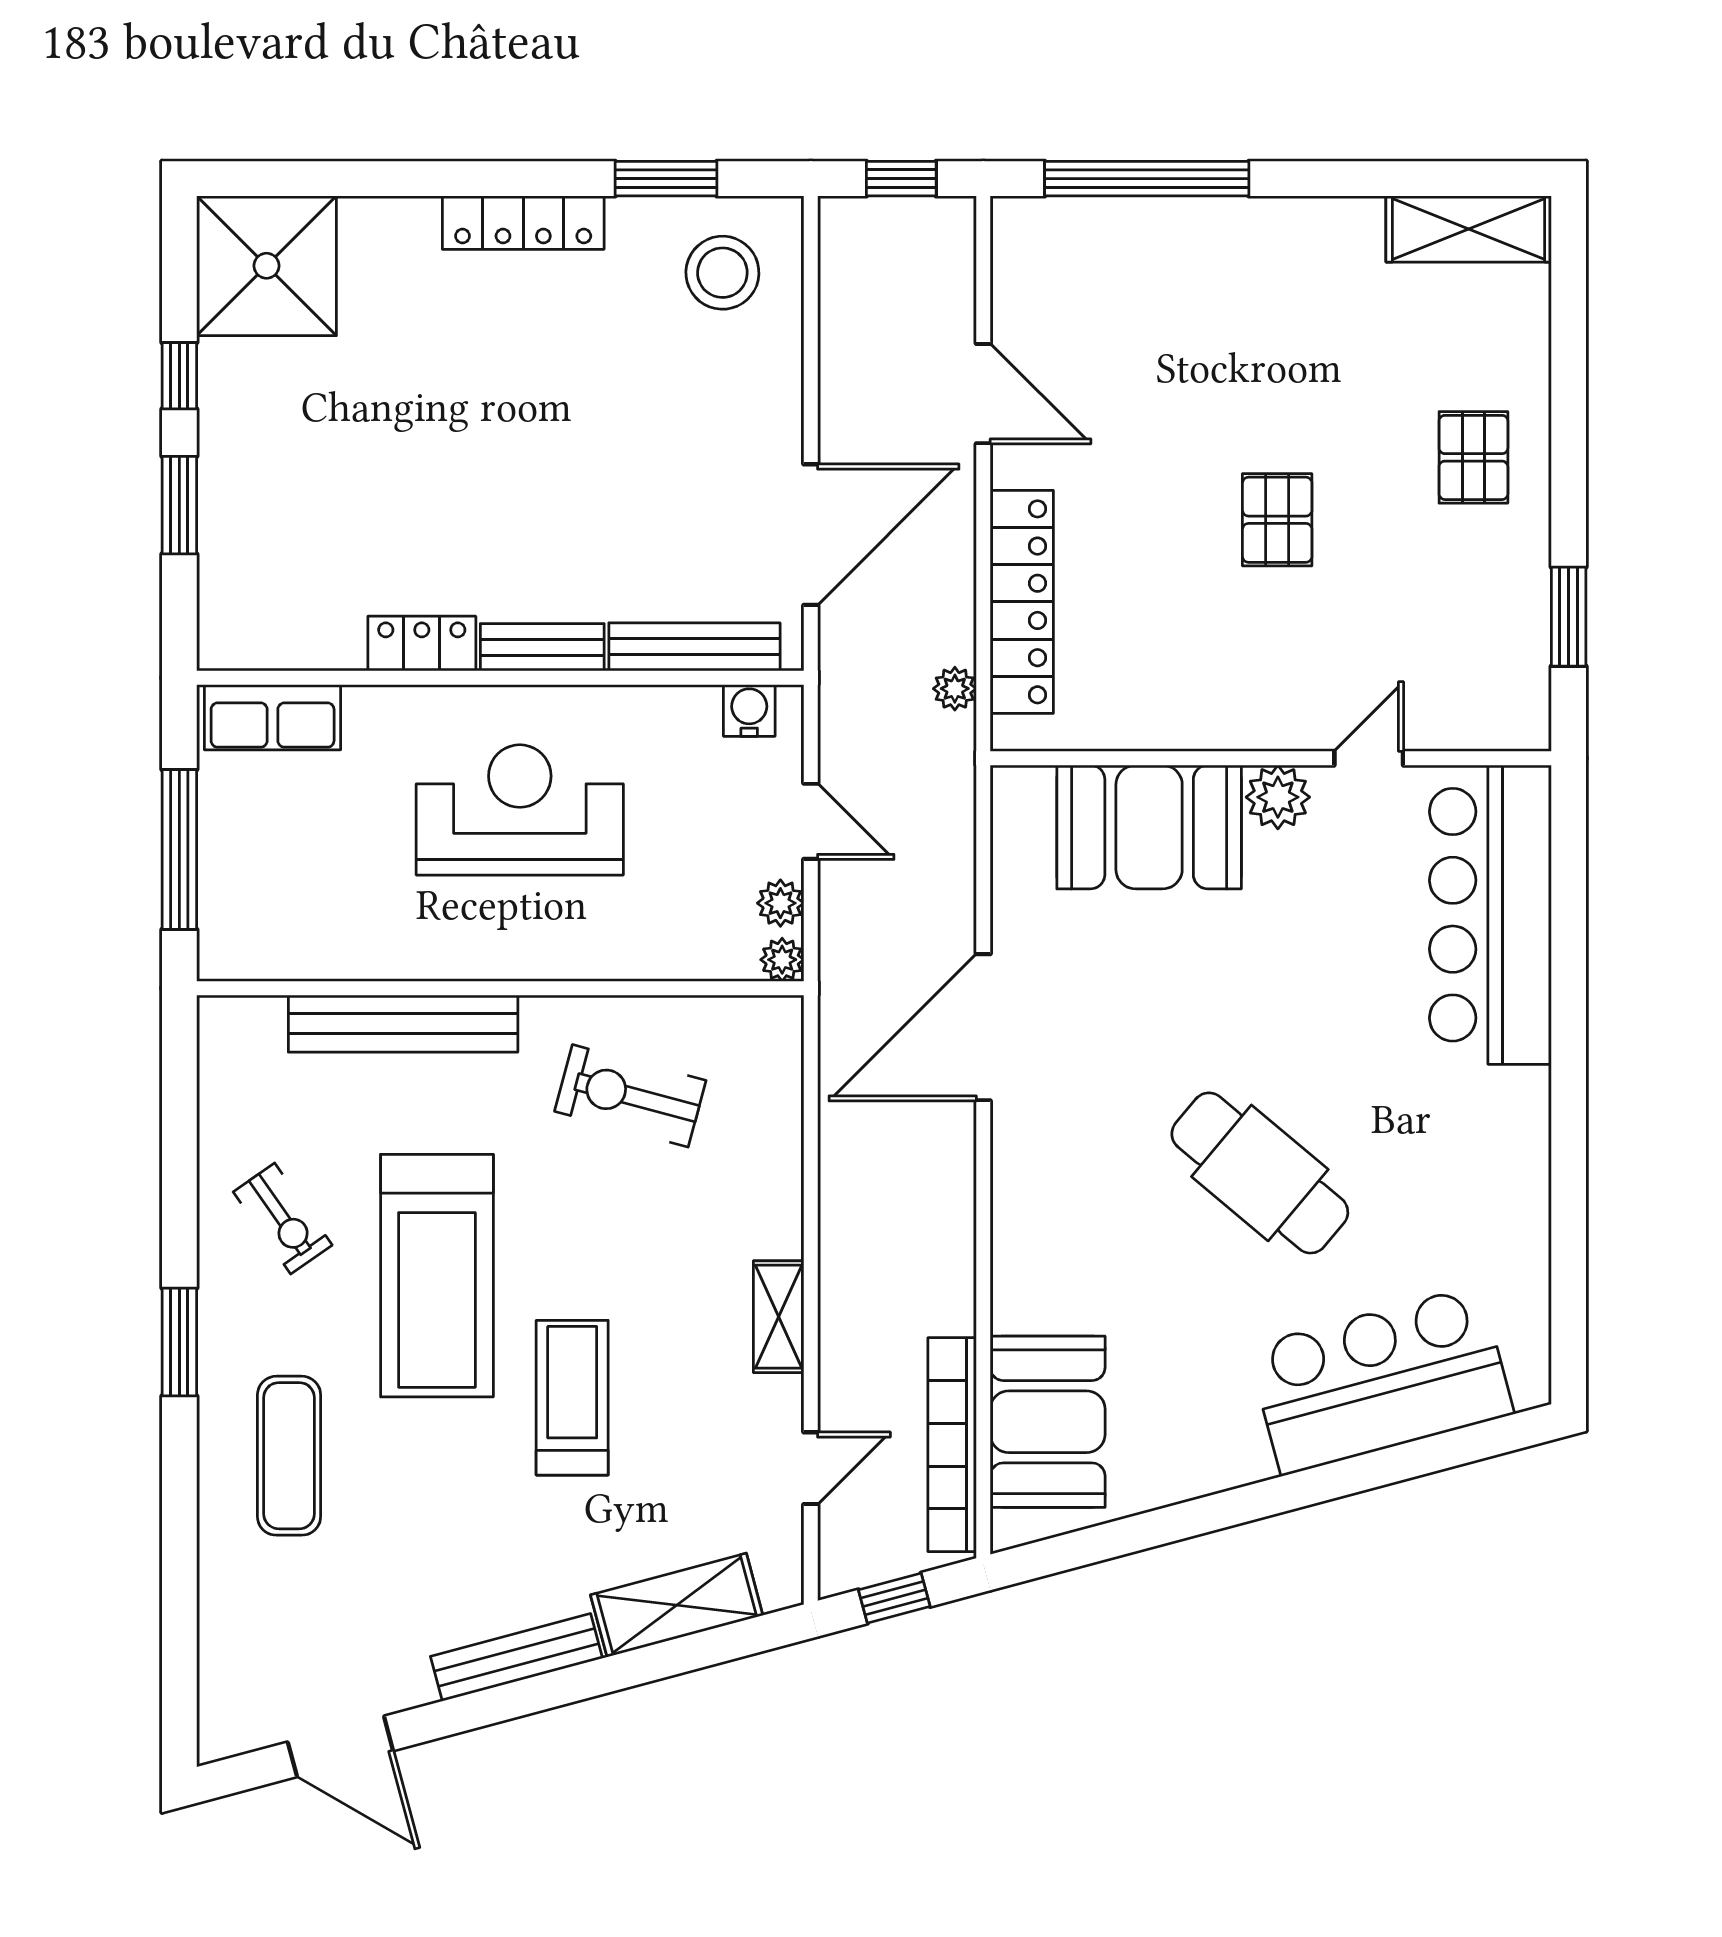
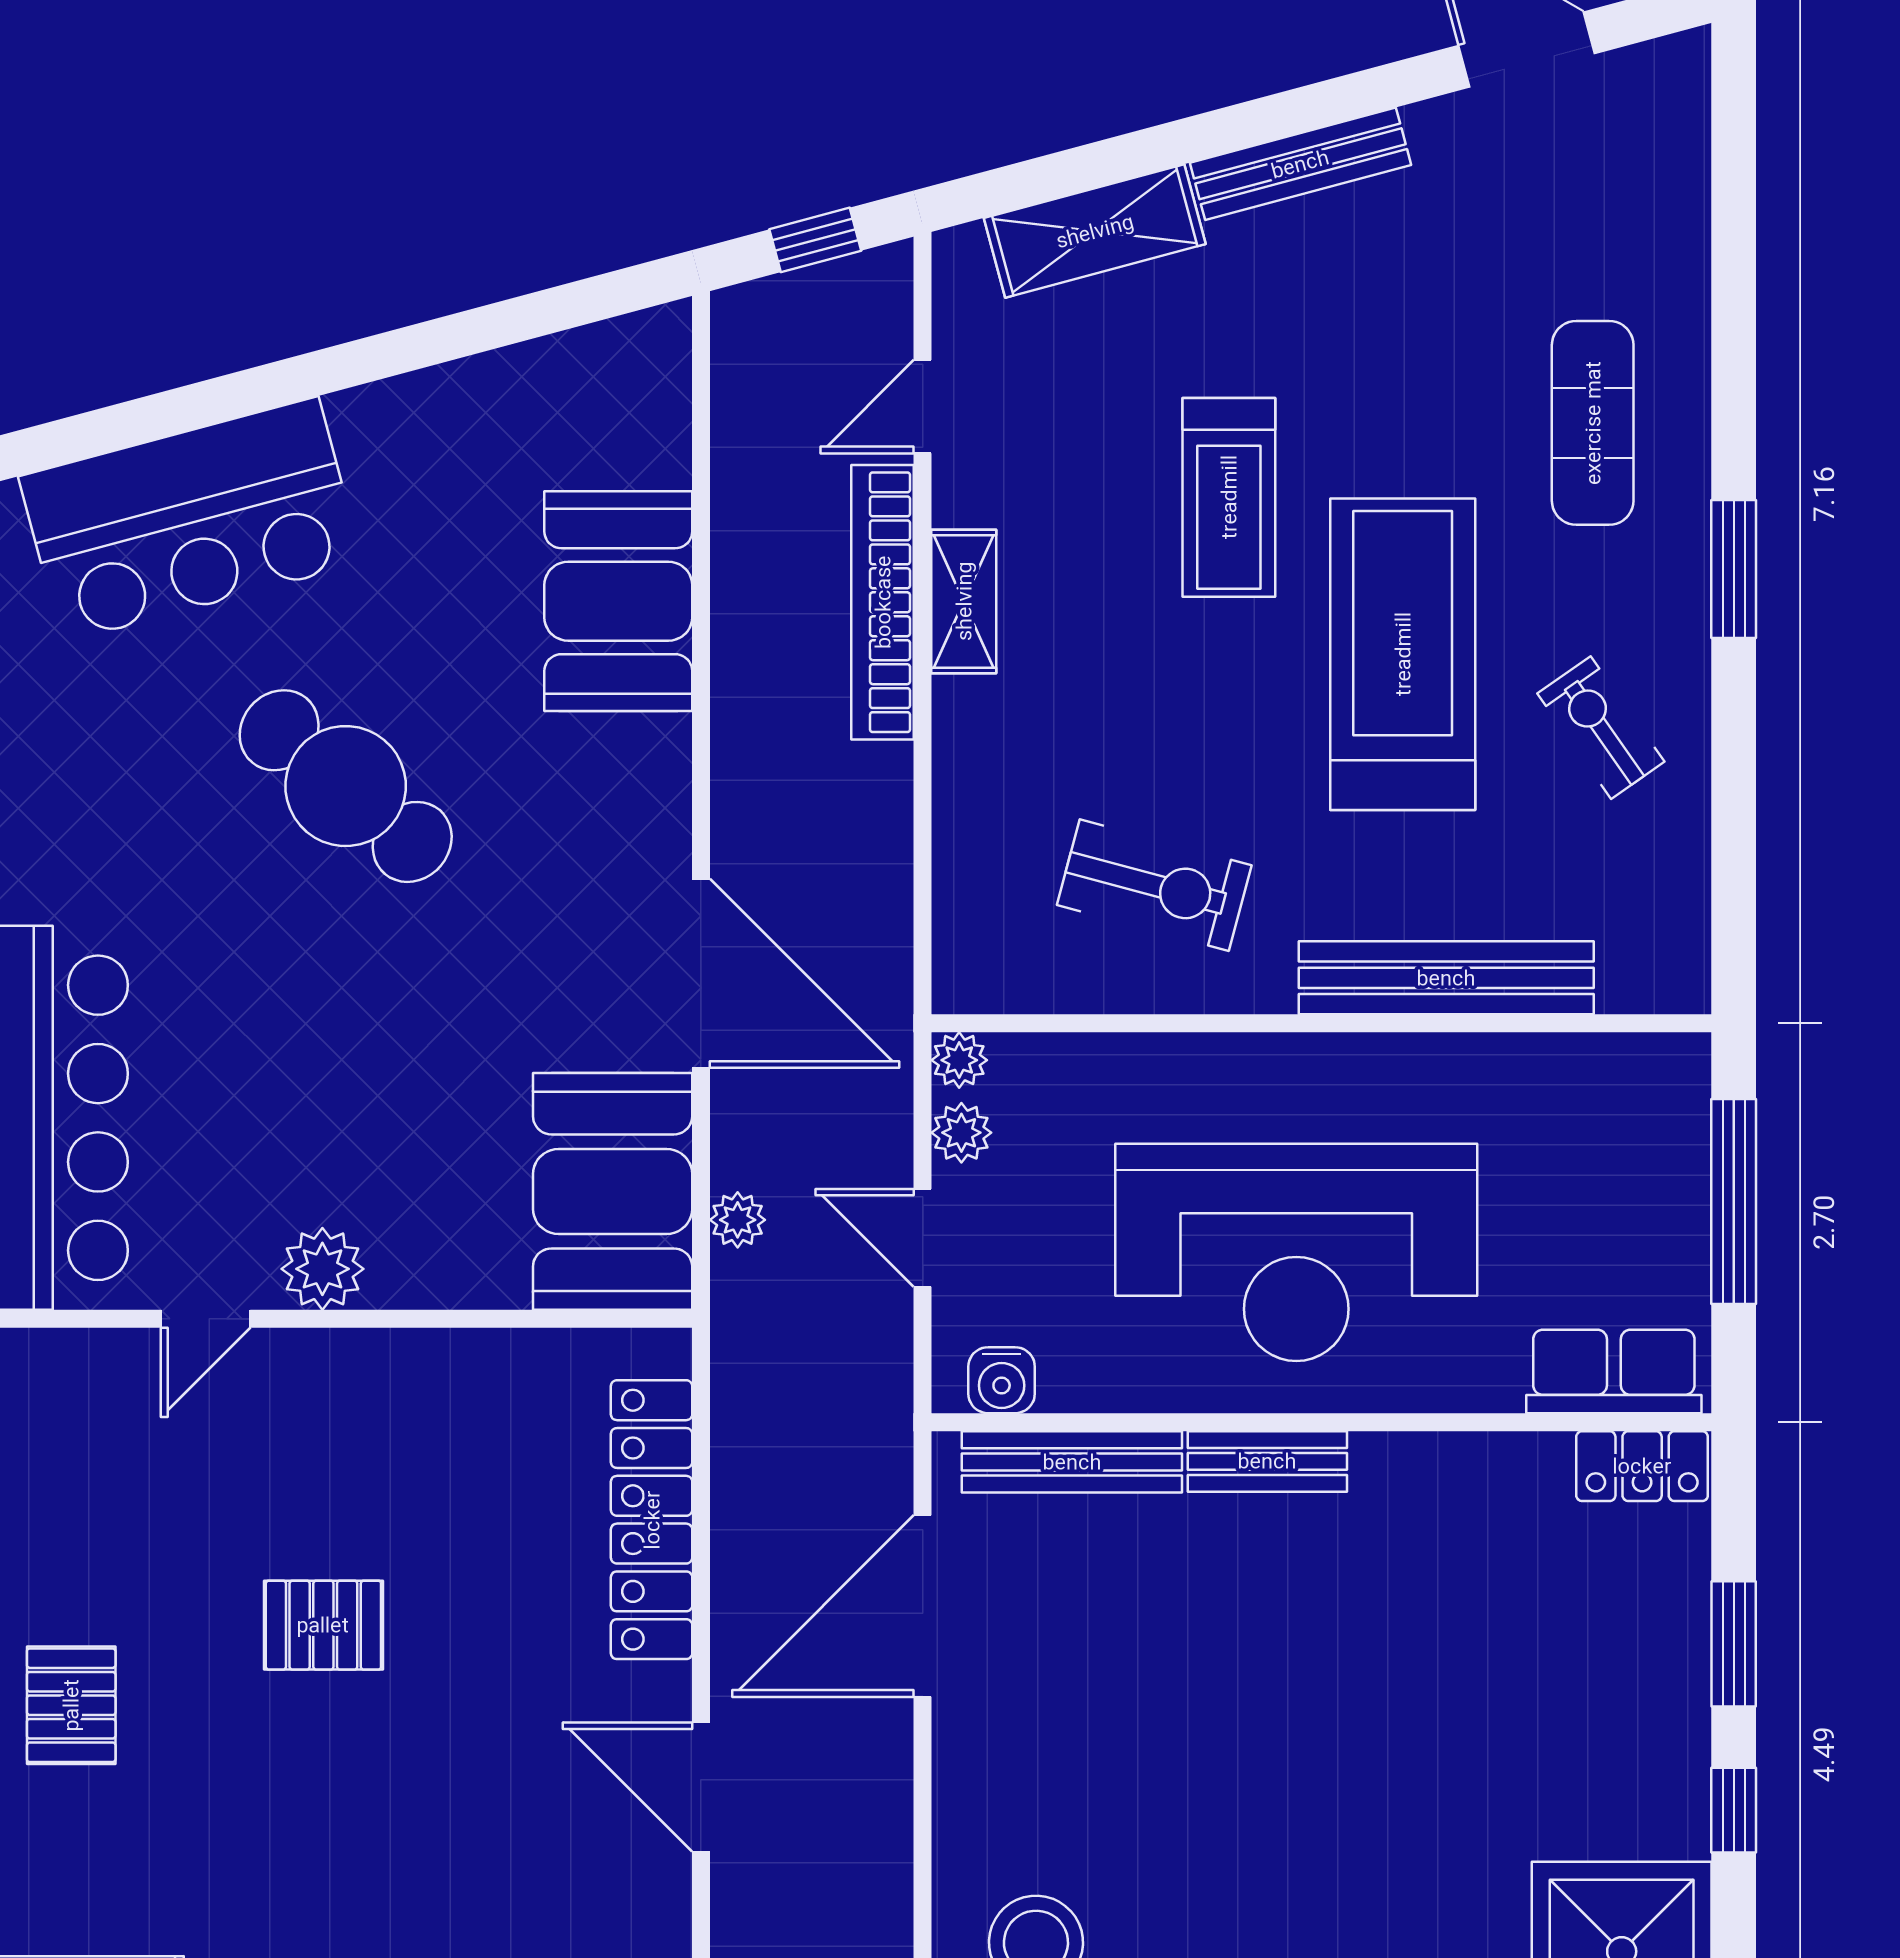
pallet: (1277, 520) -> (323, 1625), turned 90
locker: (422, 644) -> (1642, 1466), moved
plant: (955, 689) -> (738, 1220), moved
reception desk: (520, 810) -> (1296, 1252), width x1.36, depth x1.30
booth: (1149, 827) -> (613, 1191), moved, turned 90
door: (983, 1027) -> (701, 973), hinge flipped
booth: (1048, 1422) -> (618, 601), moved
bookcase: (952, 1445) -> (883, 602), moved, turned 180

